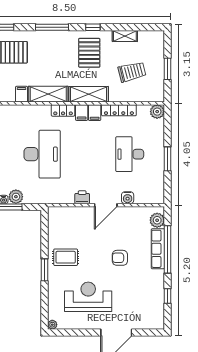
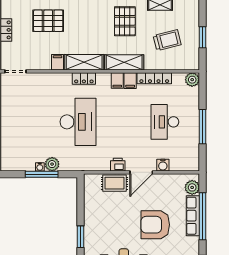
locker: (63, 110) -> (84, 78), moved
window: (168, 159) -> (203, 127), width x1.44
rug: (66, 257) -> (115, 183), moved
armchair: (120, 258) -> (155, 225), width x1.88, depth x1.88

